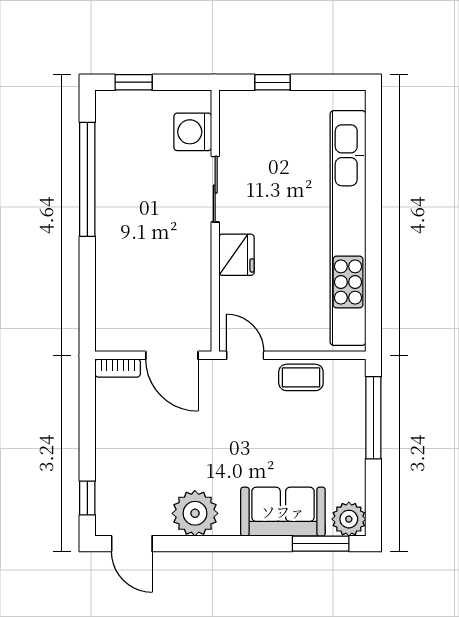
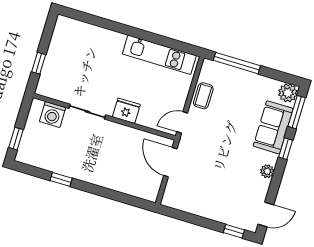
window: (87, 179) -> (61, 179), width x0.32
kitchen unit: (348, 228) -> (159, 55), width x0.54
door: (172, 355) -> (170, 162), swing flipped
bookcase: (118, 368) -> (168, 194), removed
plant: (195, 513) -> (267, 171), width x0.53, depth x0.53
window: (253, 544) -> (286, 149), added

